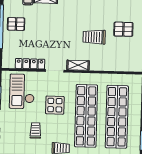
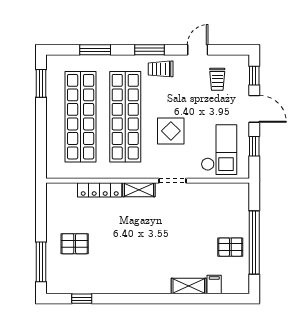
trolley: (94, 37) -> (117, 231), removed
locker: (30, 64) -> (100, 190), moved
trolley: (35, 130) -> (217, 79), moved

